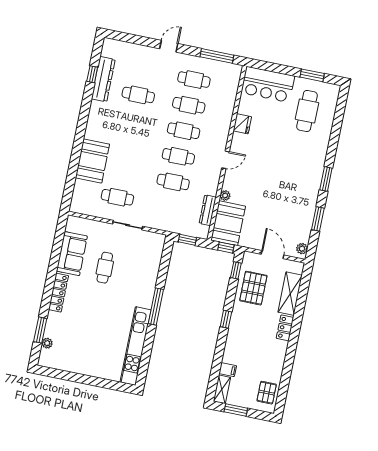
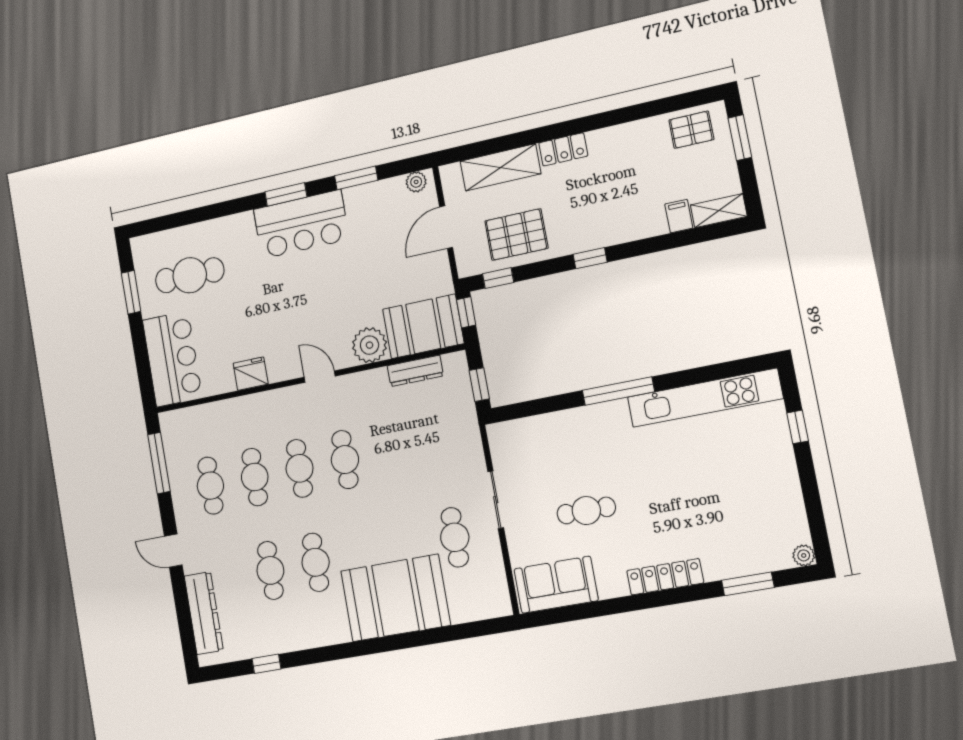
dresser: (103, 79) -> (204, 613), moved, turned 90
booth: (92, 161) -> (395, 598), width x1.36, depth x1.42
bar counter: (307, 181) -> (301, 224), added
cafe table: (173, 182) -> (316, 562), moved
plant: (225, 195) -> (369, 345), width x1.88, depth x1.88
sofa: (72, 254) -> (556, 585), moved
plant: (47, 343) -> (804, 555), moved
window: (104, 383) -> (798, 427), added
window: (236, 410) -> (740, 138), moved

